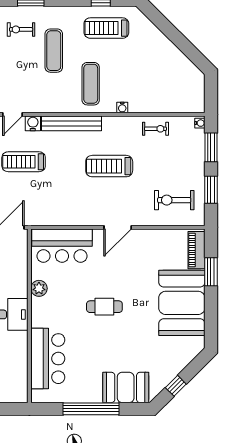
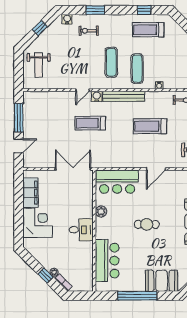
exercise mat: (54, 51) -> (111, 62), moved

